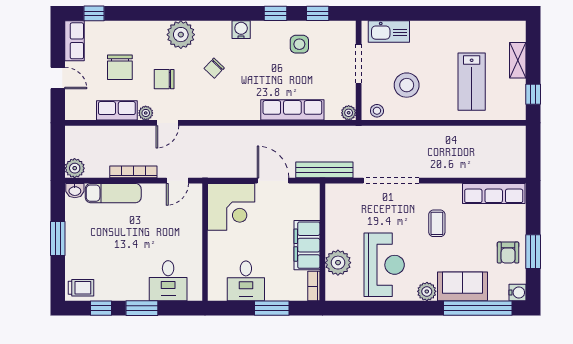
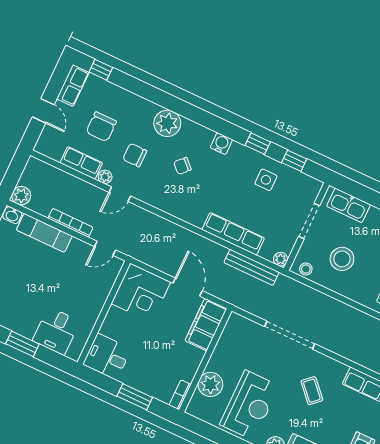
bench: (324, 170) -> (251, 267), moved
coffee table: (437, 223) -> (312, 391), turned -43
filing cabinet: (307, 245) -> (206, 325), moved
desk: (246, 281) -> (107, 357), moved, turned 90

